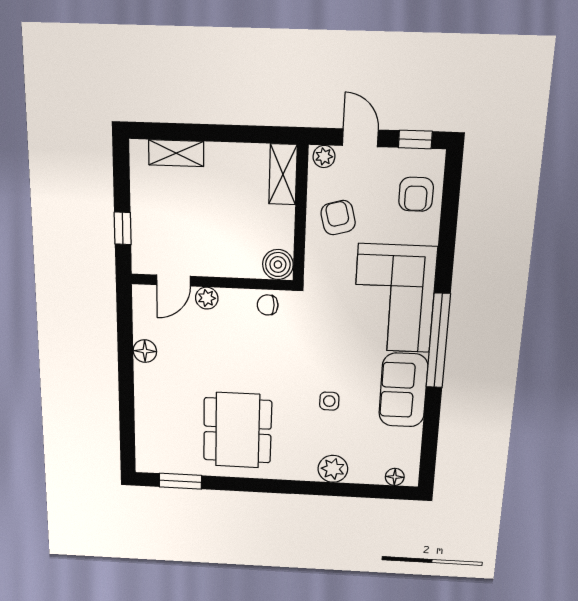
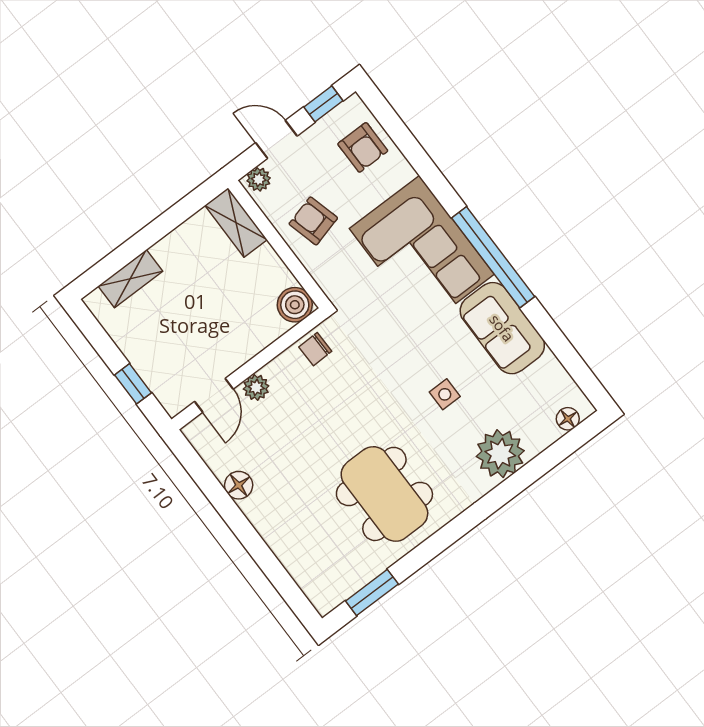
plant: (333, 469) -> (500, 454), width x1.36, depth x1.36

